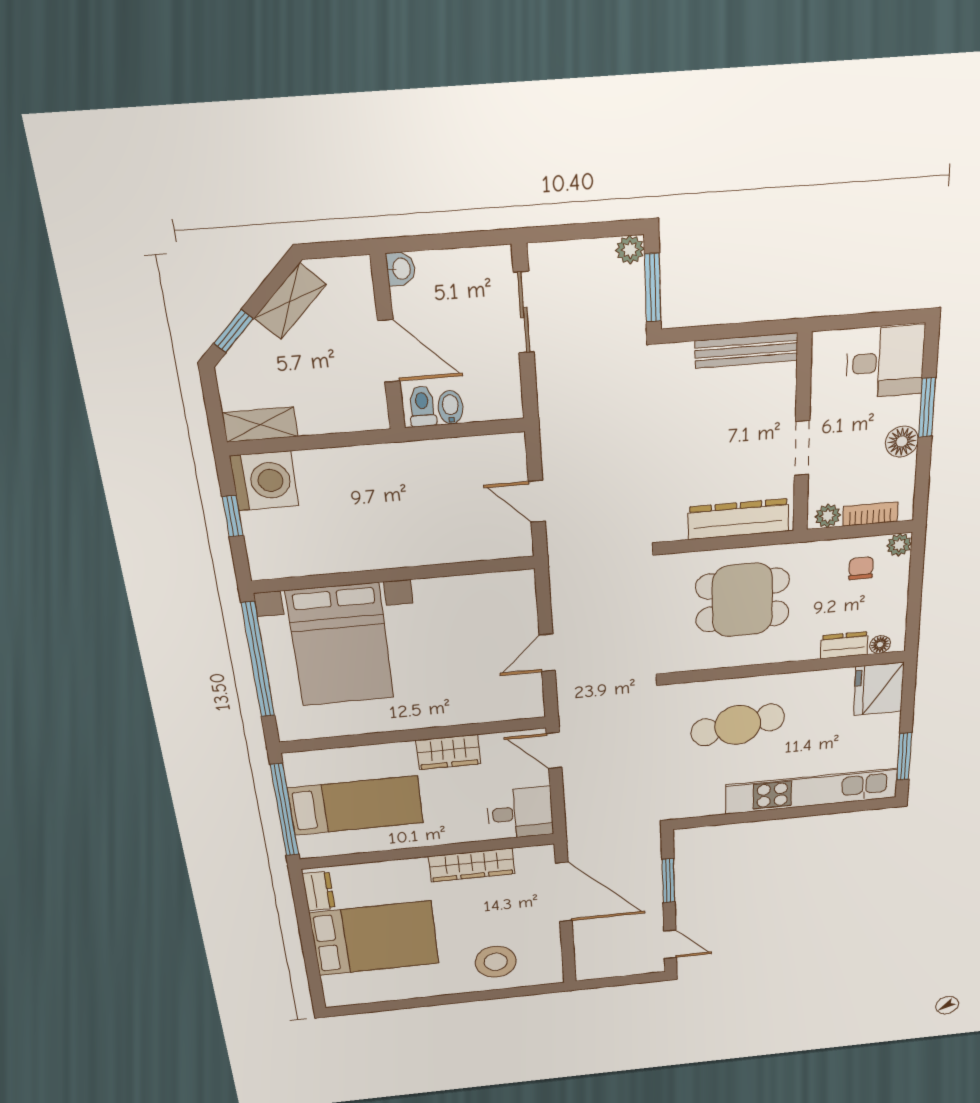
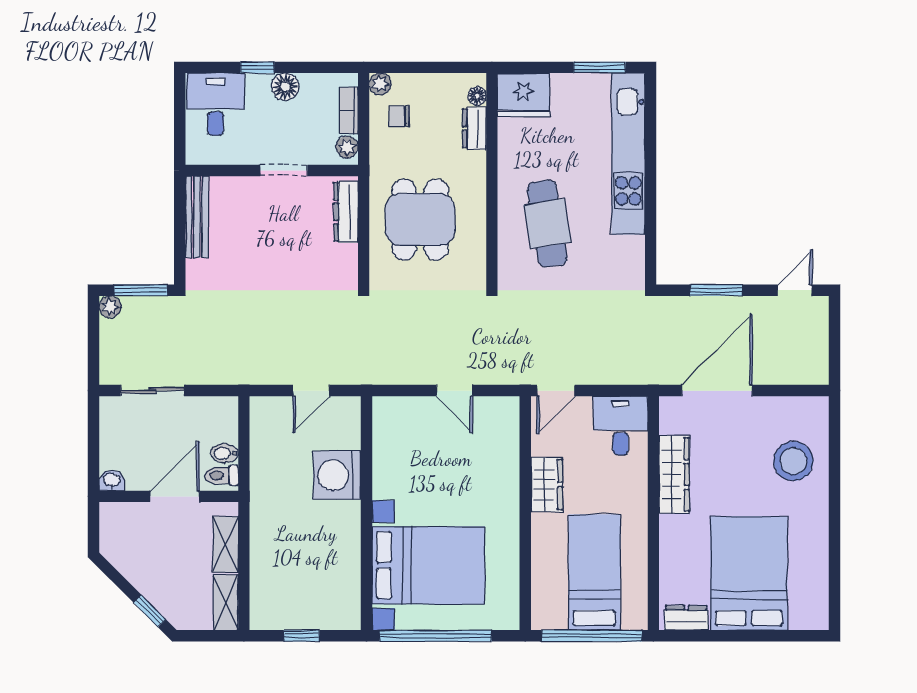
shelving: (290, 301) -> (226, 545), moved, turned 45
window: (927, 407) -> (257, 67), width x0.67
washing machine: (264, 481) -> (337, 475), moved, turned -90
dresser: (738, 519) -> (346, 212), width x0.73, depth x0.80

